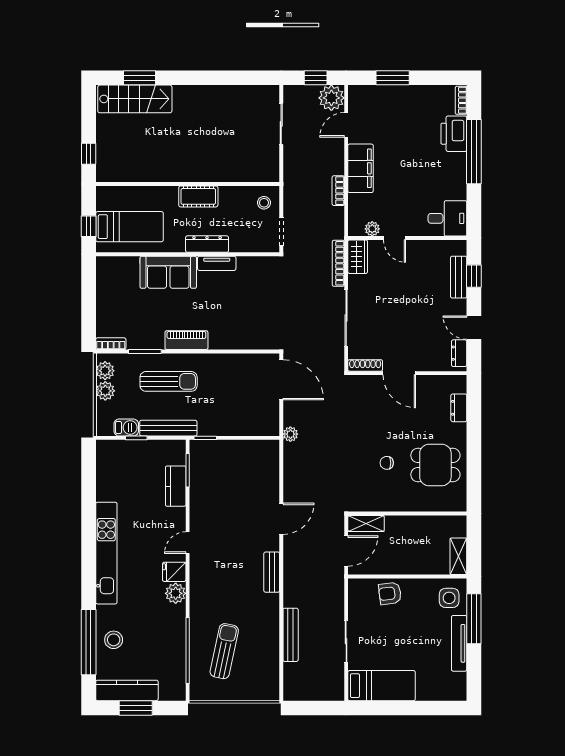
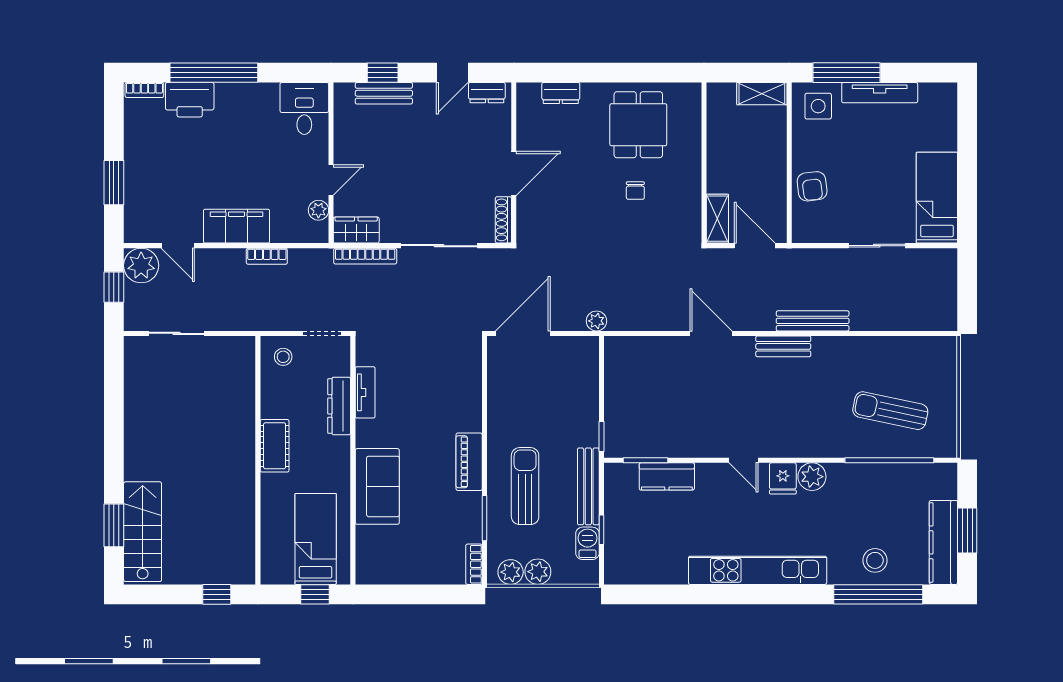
dresser: (207, 244) -> (339, 406), moved
tv unit: (217, 263) -> (365, 392), moved
bench: (291, 635) -> (813, 321), moved

